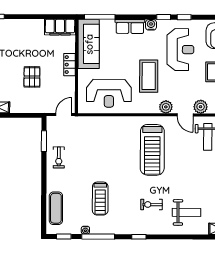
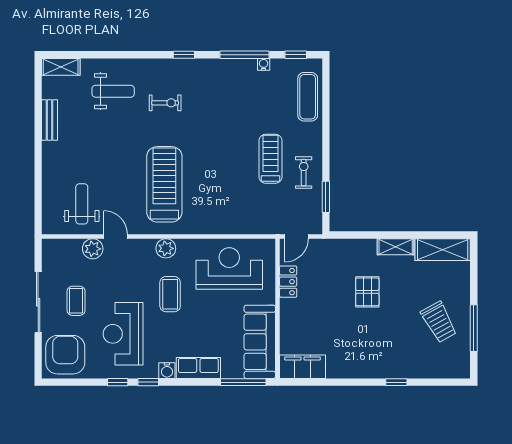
locker: (70, 65) -> (288, 282), moved
coffee table: (149, 76) -> (170, 294), width x0.73, depth x0.76
pallet: (32, 77) -> (367, 292), moved
plant: (166, 107) -> (166, 248), moved
treadmill: (100, 199) -> (271, 159), moved
weight bench: (186, 212) -> (113, 91), turned 180

